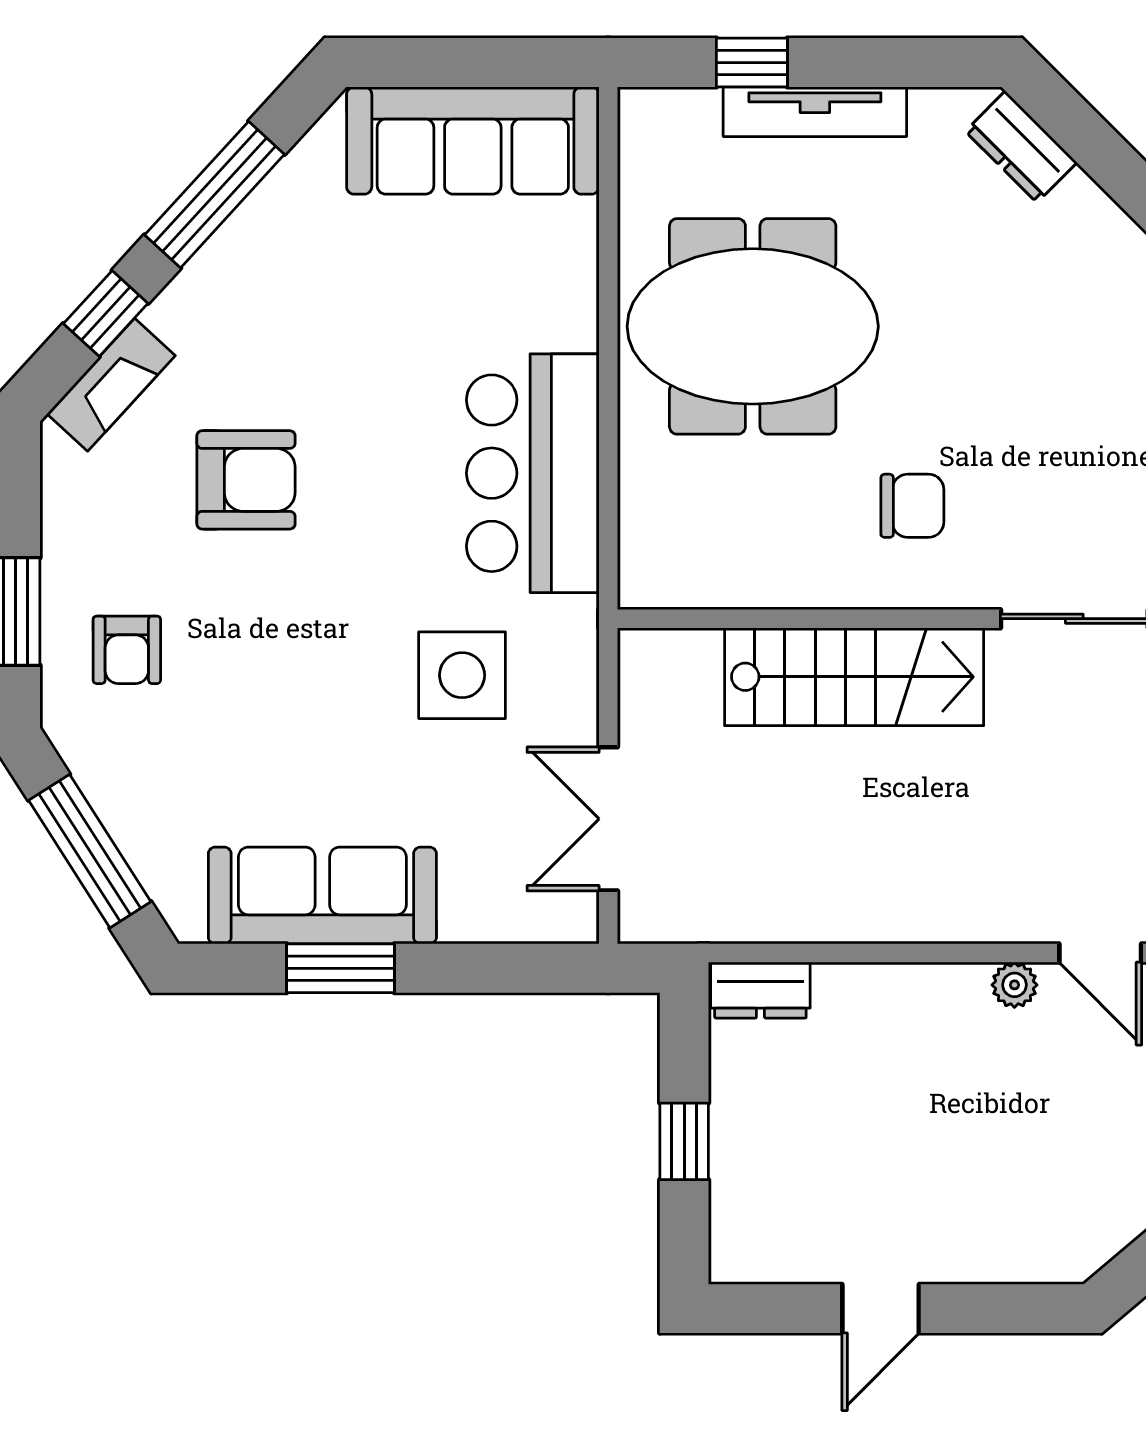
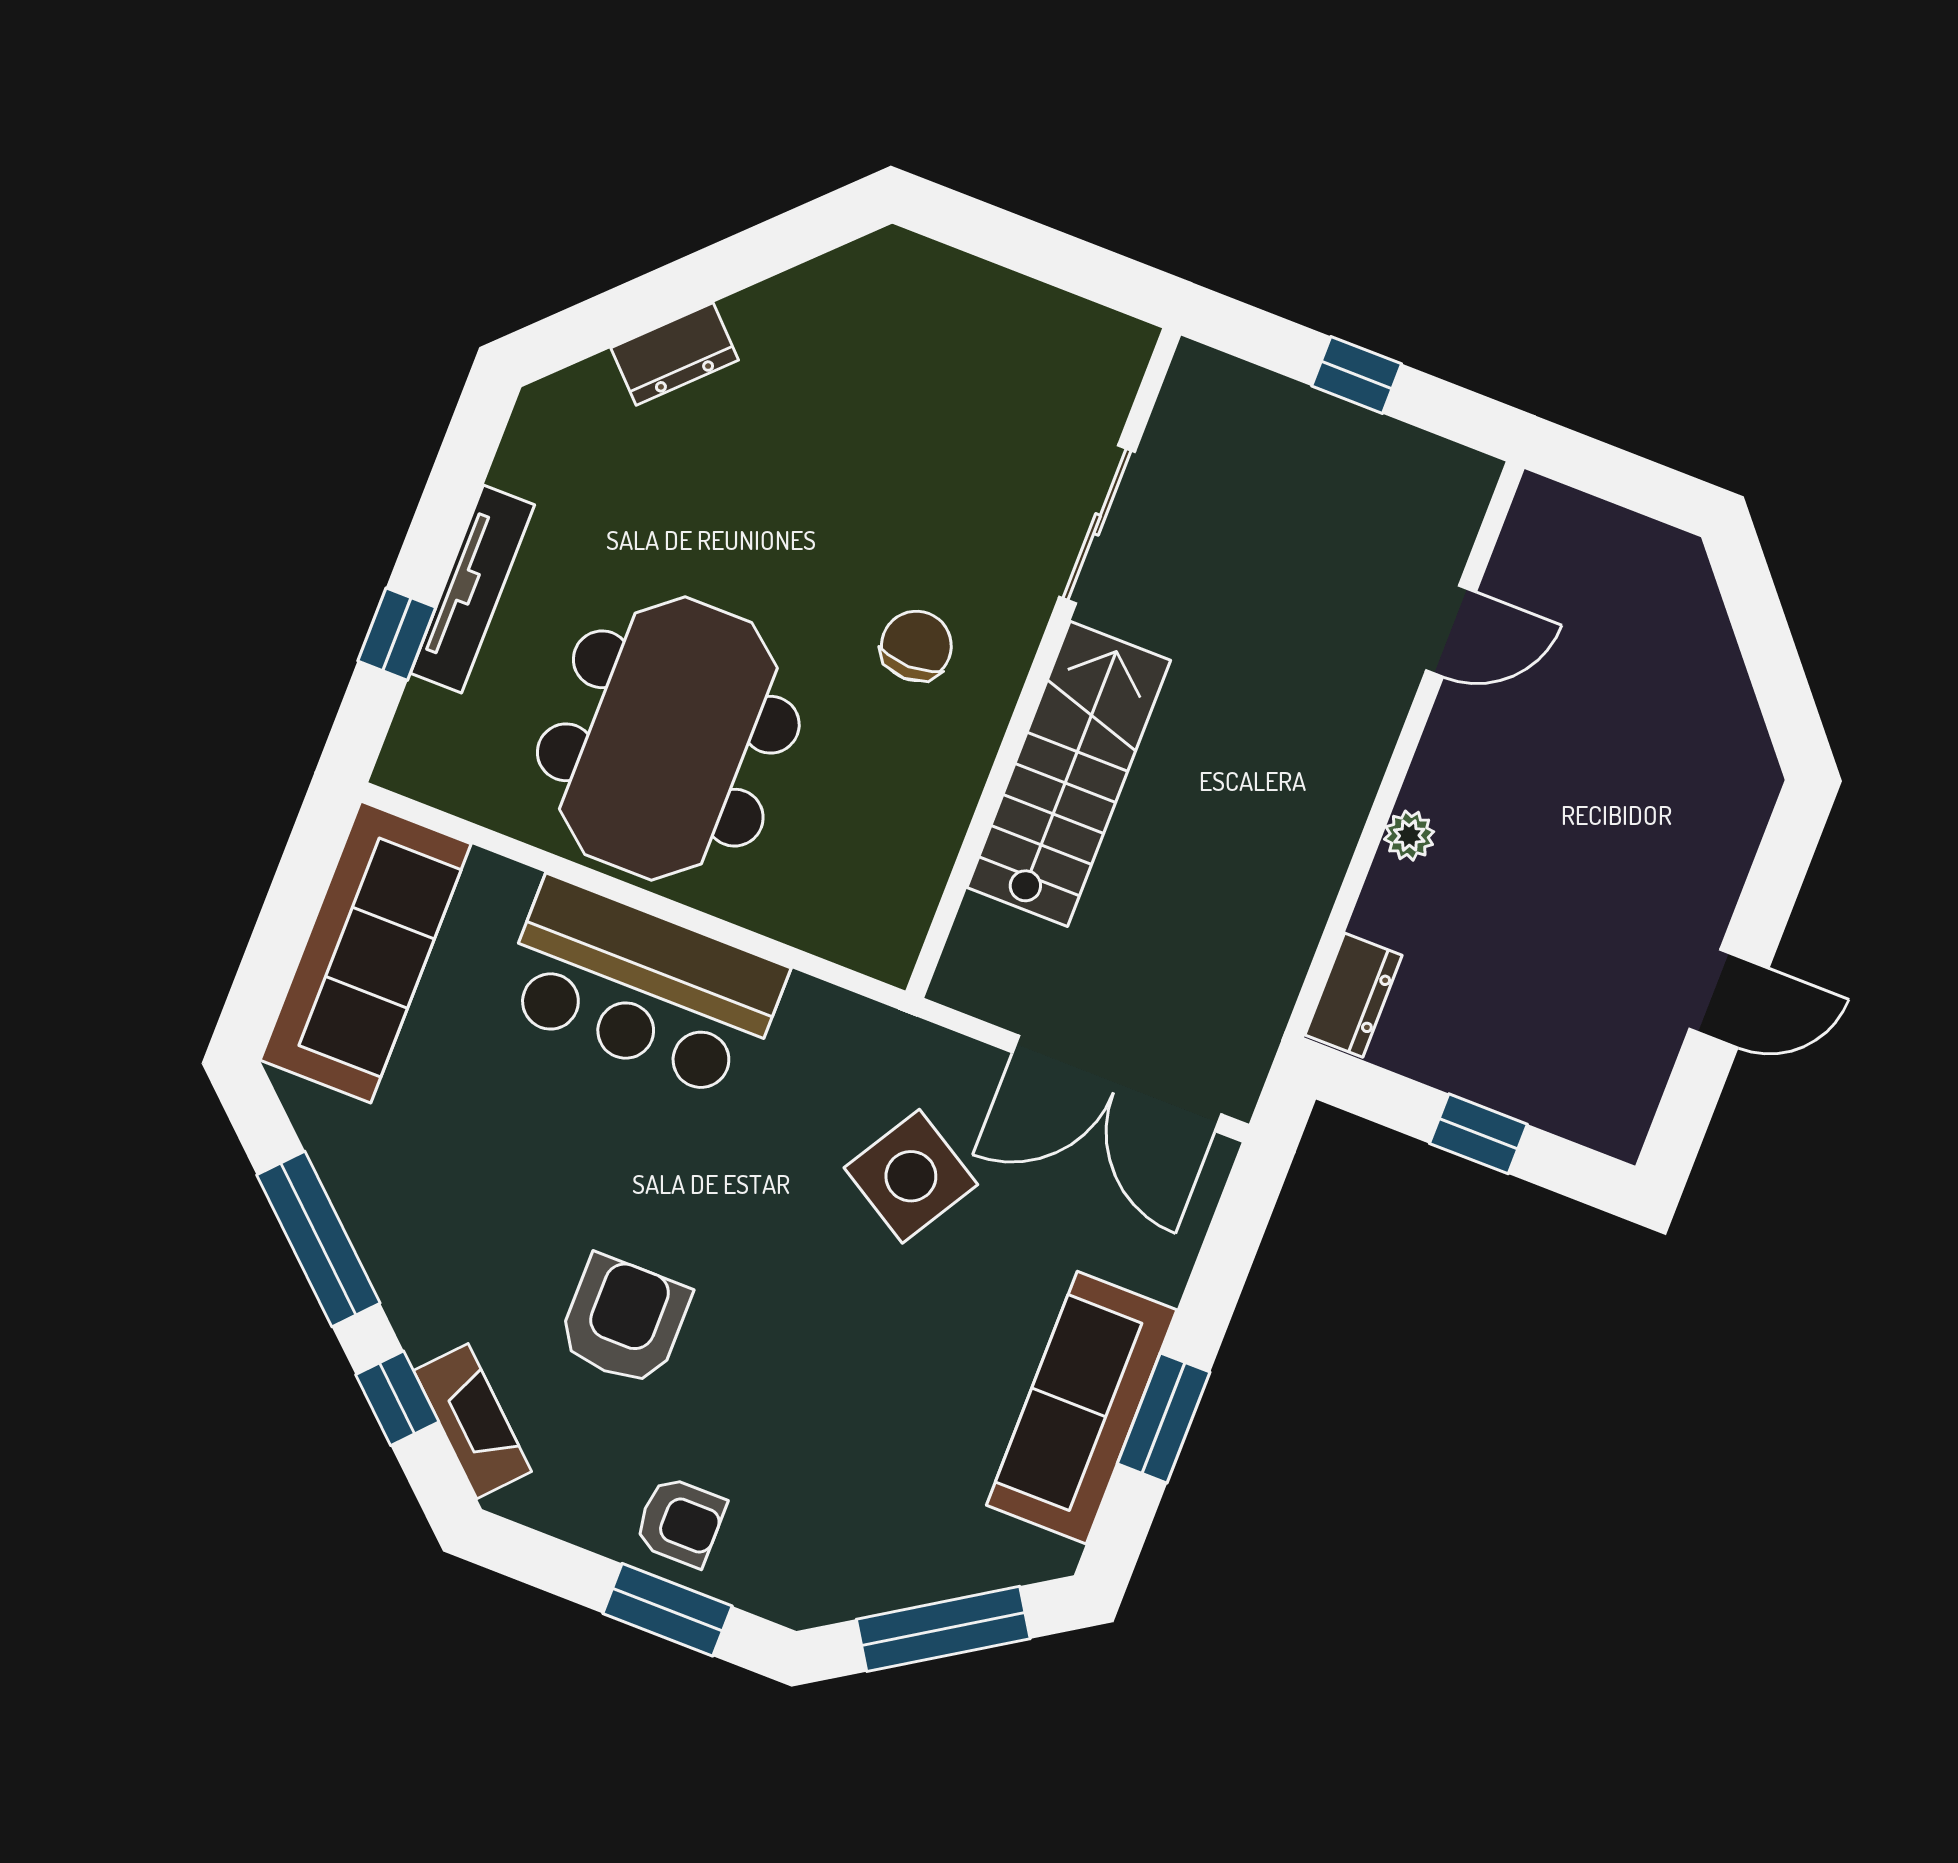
dresser: (1021, 147) -> (675, 354), moved
bar counter: (533, 473) -> (642, 988), moved
armchair: (127, 650) -> (680, 1522), moved
side table: (462, 675) -> (911, 1176), turned 31
double door: (608, 819) -> (1117, 1083), width x1.37
plant: (1014, 985) -> (1409, 836), moved
door: (881, 1309) -> (1729, 999), hinge flipped

